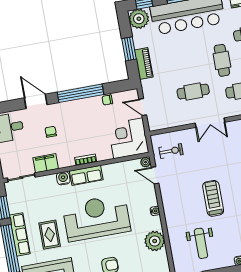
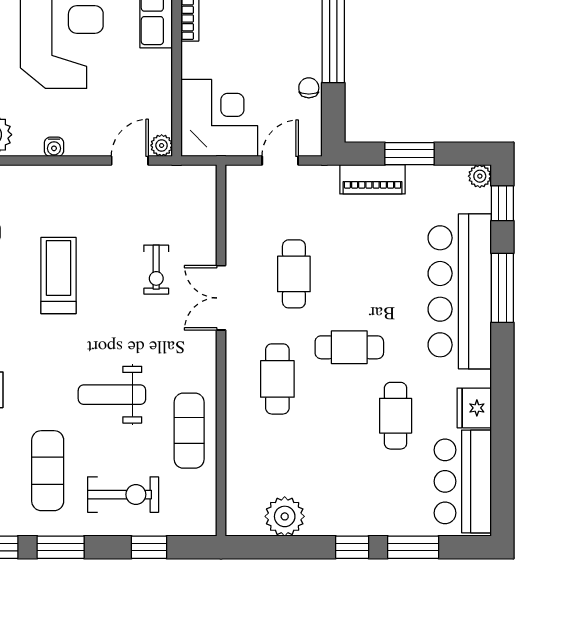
plant: (139, 19) -> (480, 176), width x0.53, depth x0.53
exercise bike: (171, 151) -> (156, 270), moved
treadmill: (213, 198) -> (59, 276), turned -90

